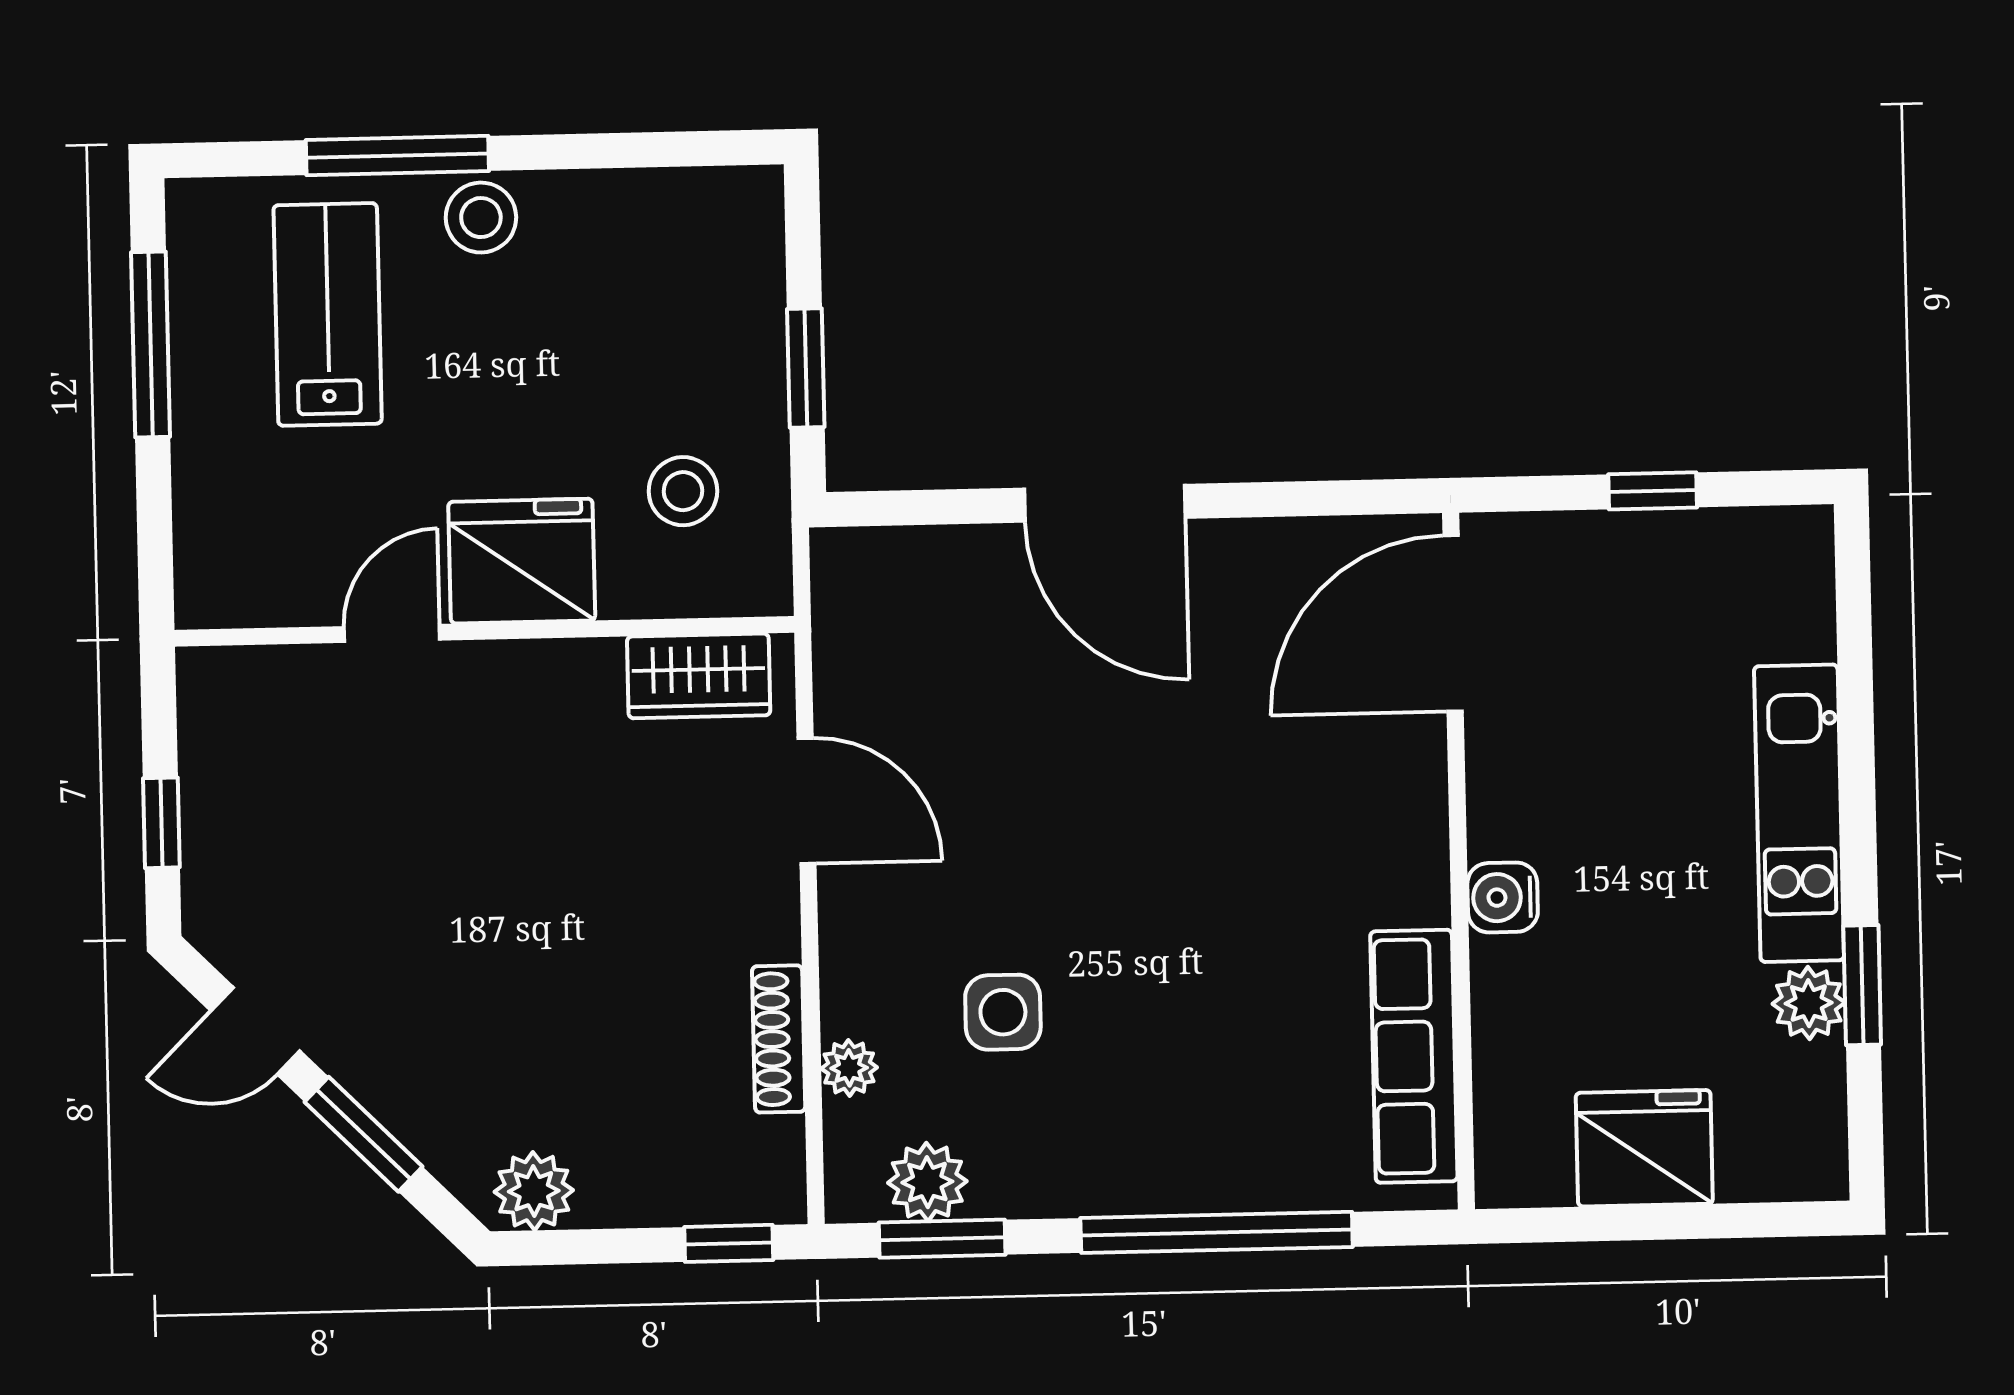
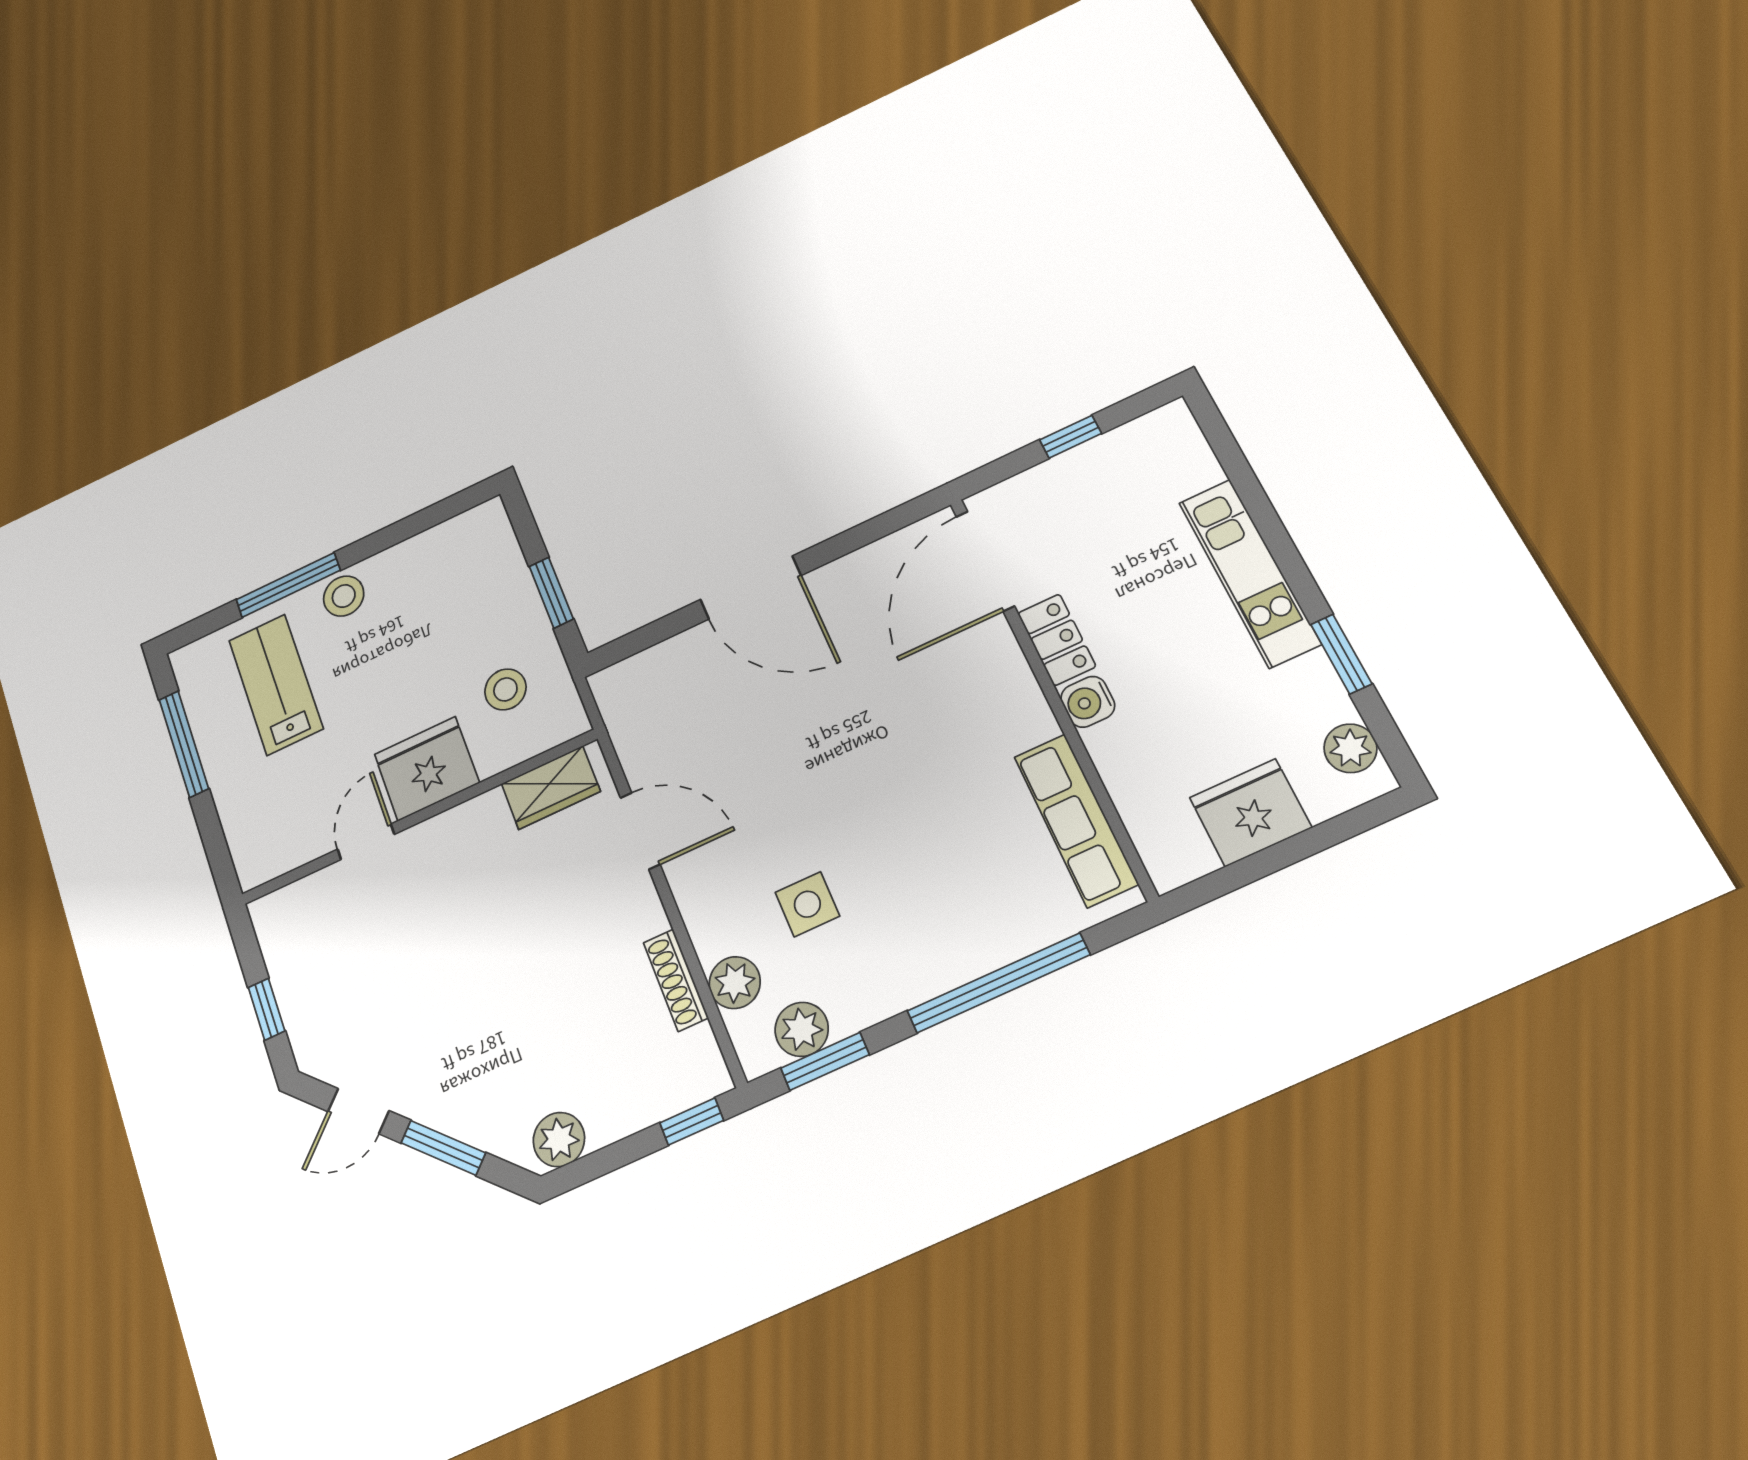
locker: (1500, 788) -> (1057, 640), added
plant: (1809, 1003) -> (1350, 748), moved
plant: (849, 1068) -> (735, 983), width x1.38, depth x1.38

